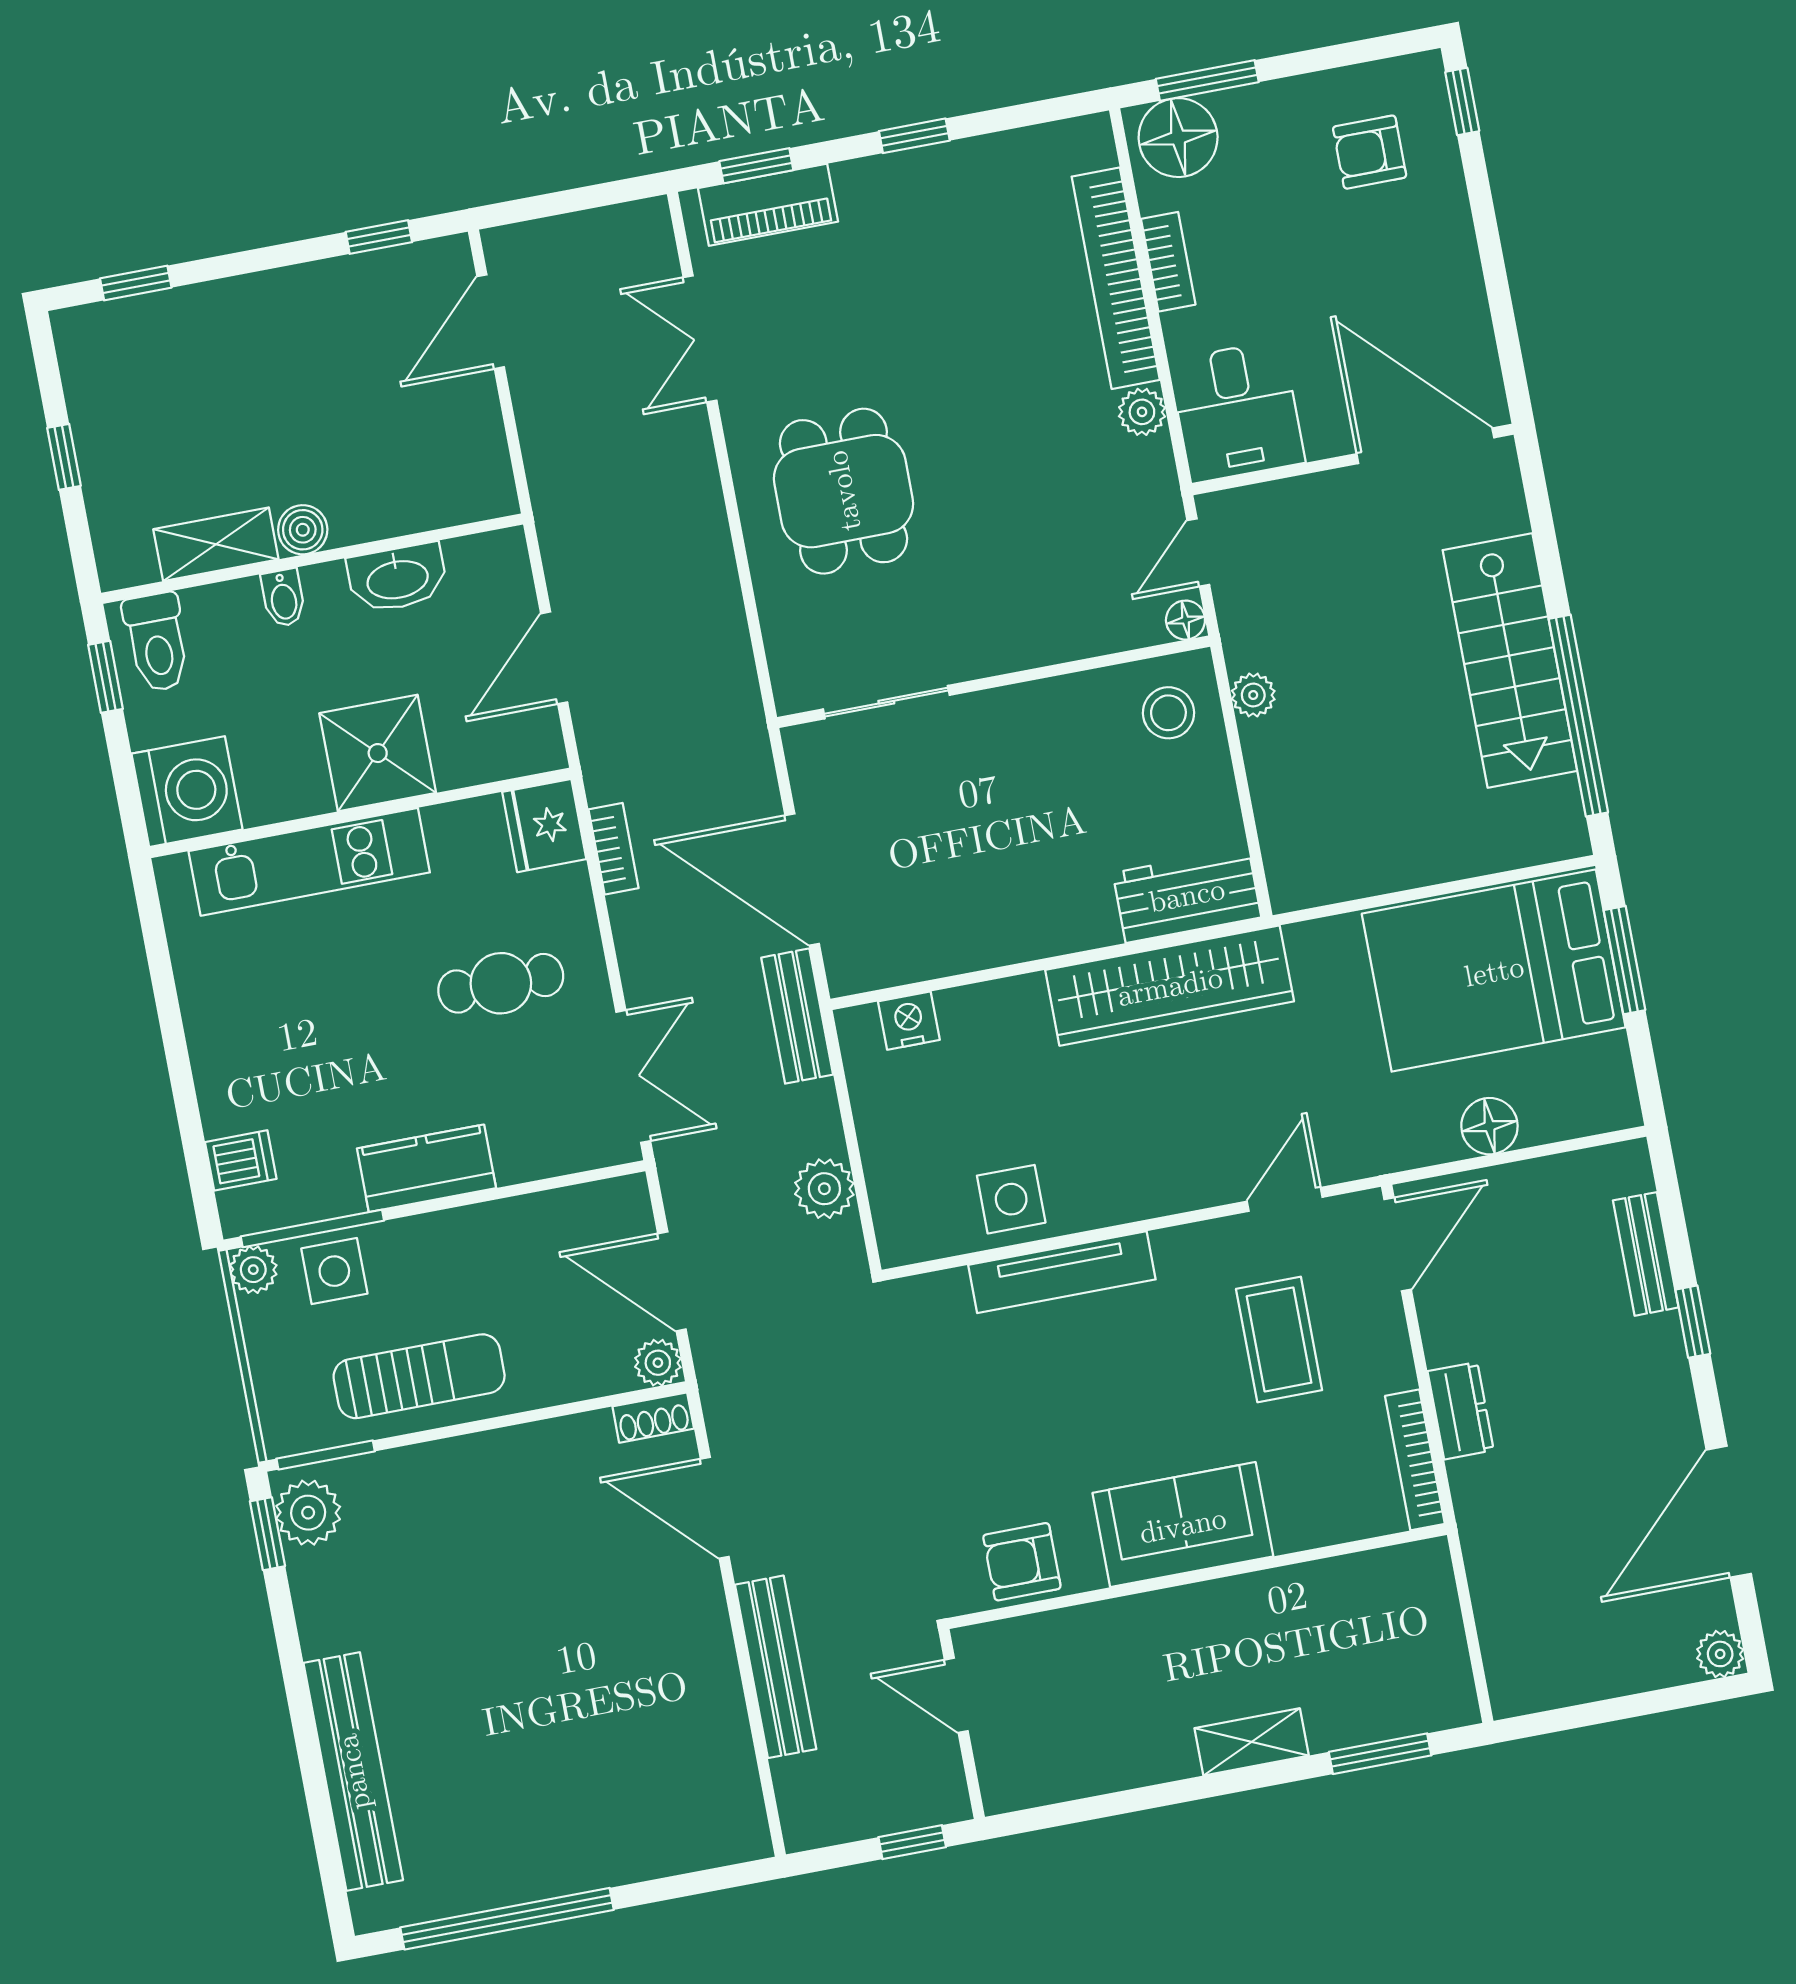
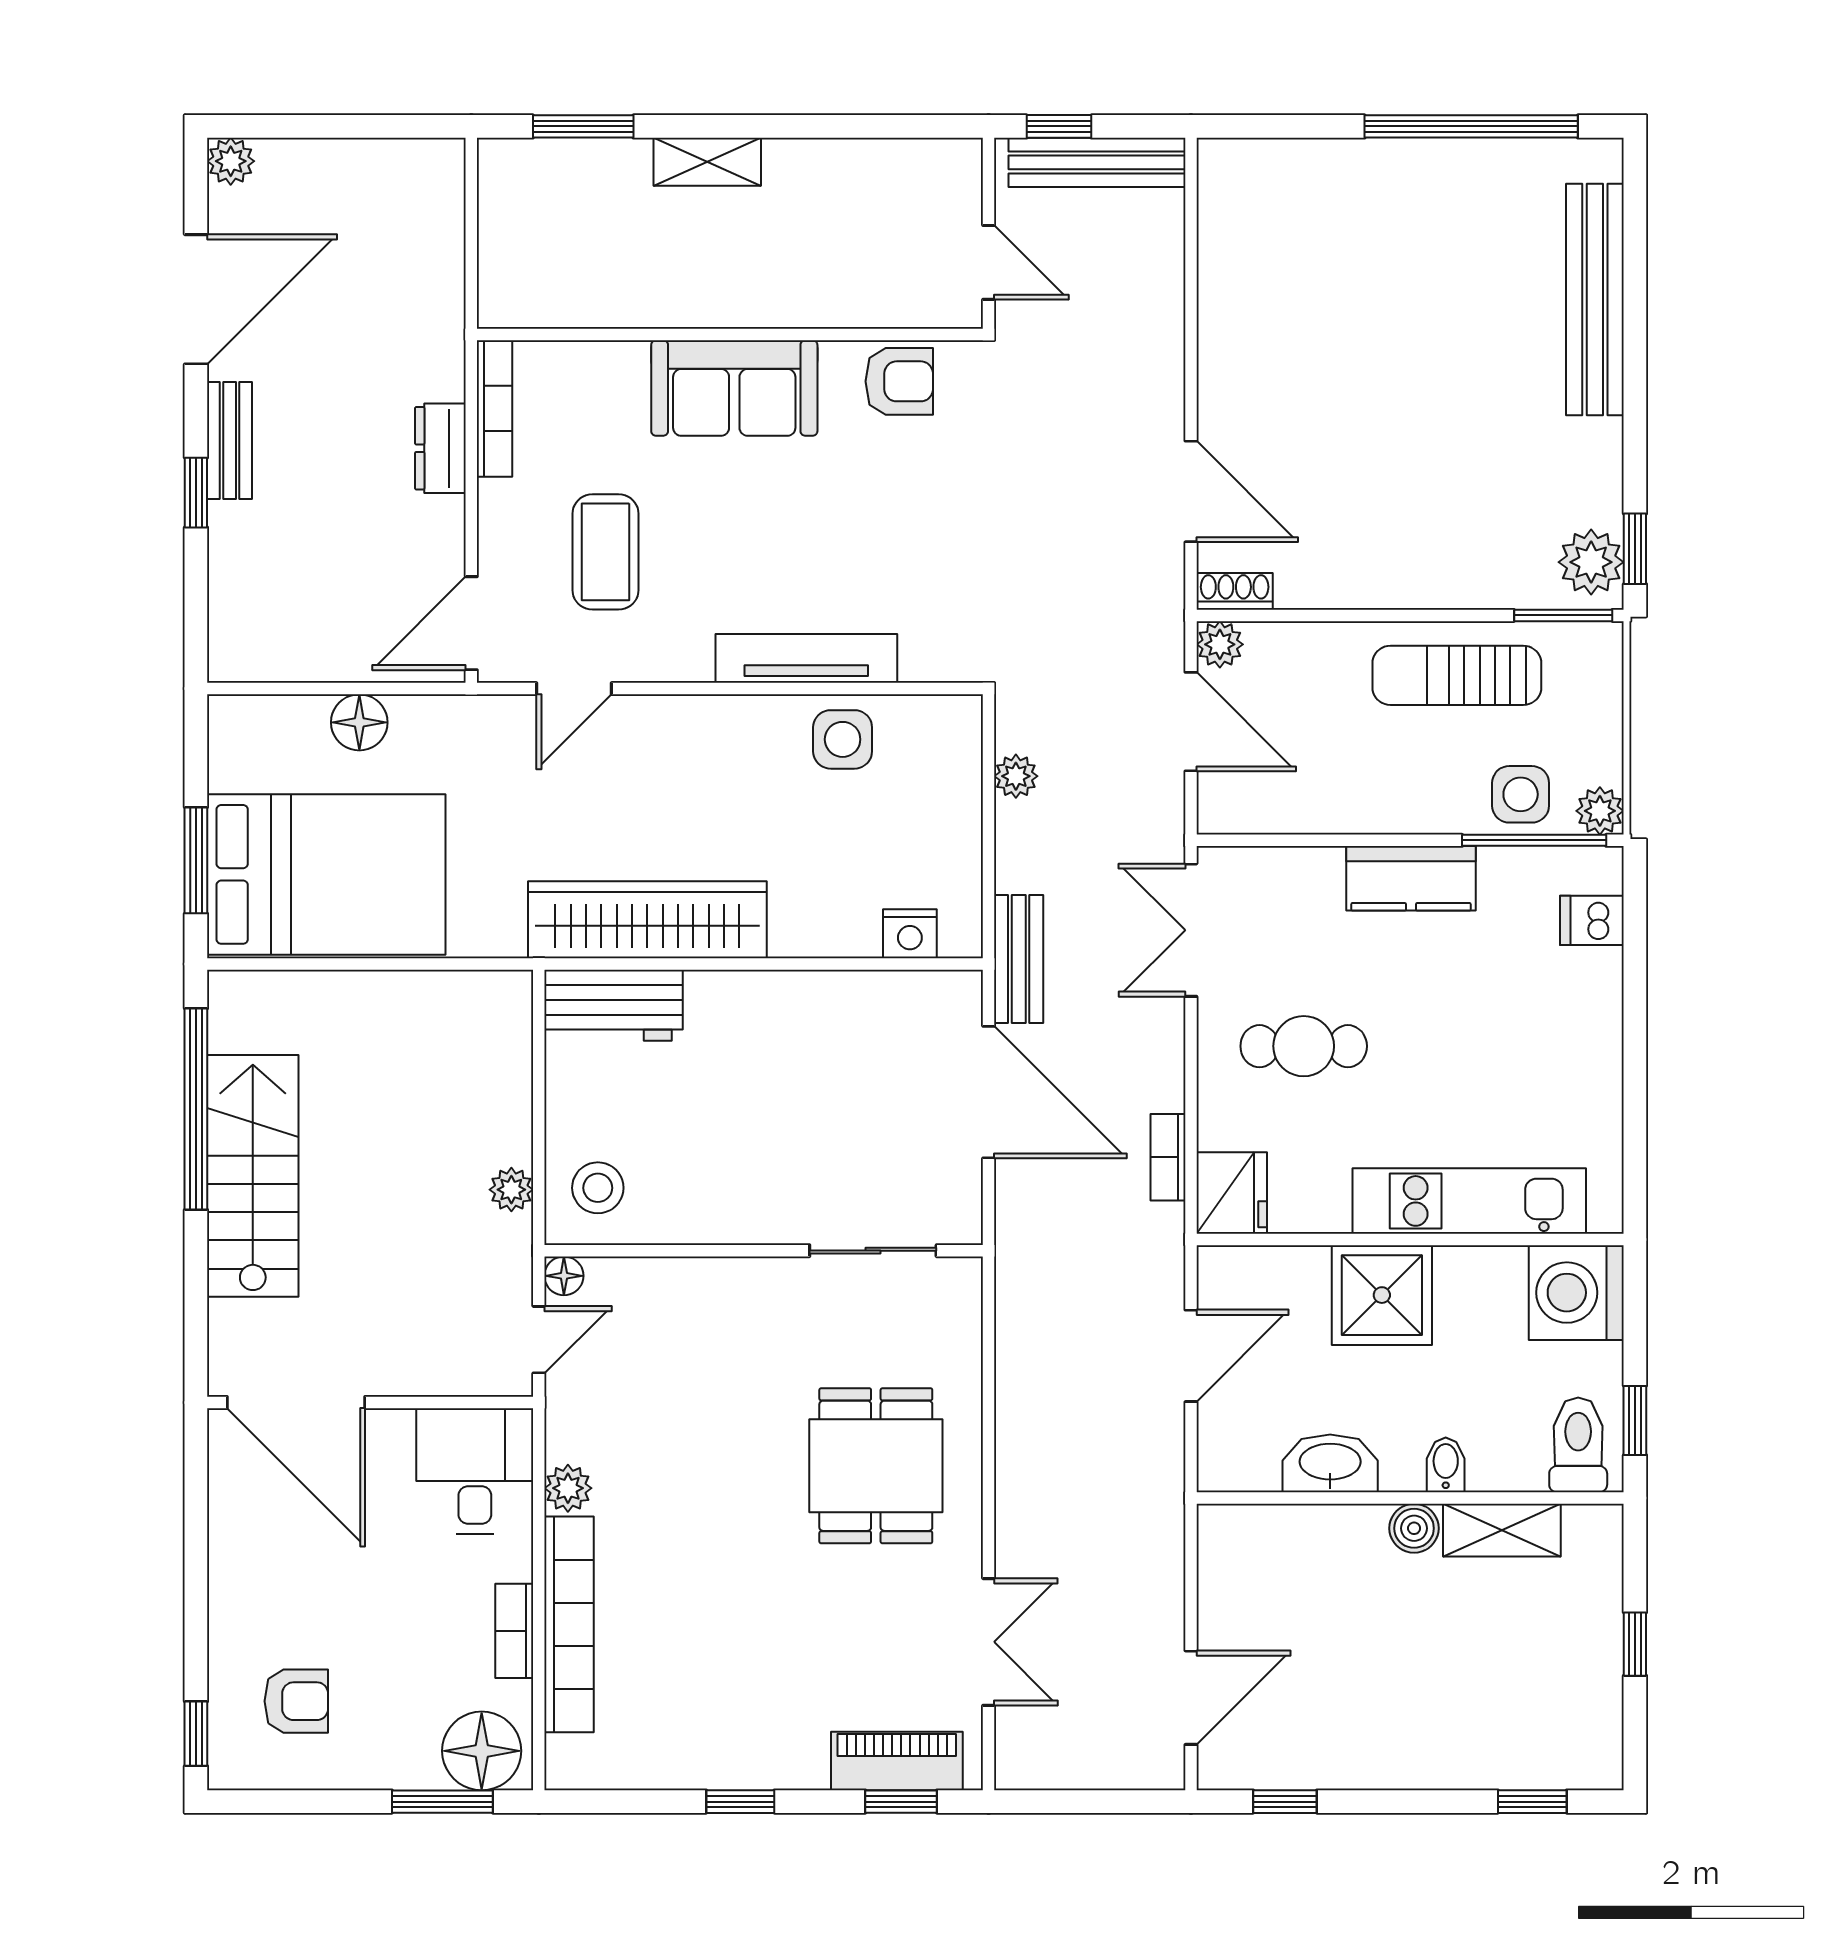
plant: (824, 1189) -> (1016, 776), width x0.73, depth x0.73
bench: (1646, 1254) -> (230, 441), moved
bench: (776, 1667) -> (1097, 162), moved, turned 90

